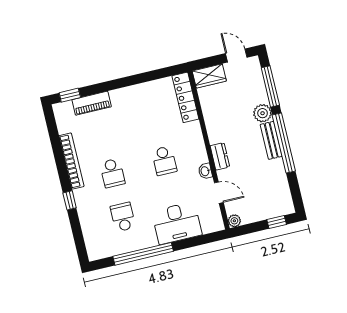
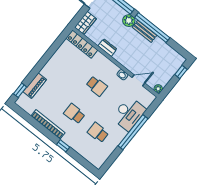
dresser: (220, 156) -> (107, 48), moved
school desk: (112, 173) -> (74, 114), turned 180
window: (143, 254) -> (133, 132), moved

